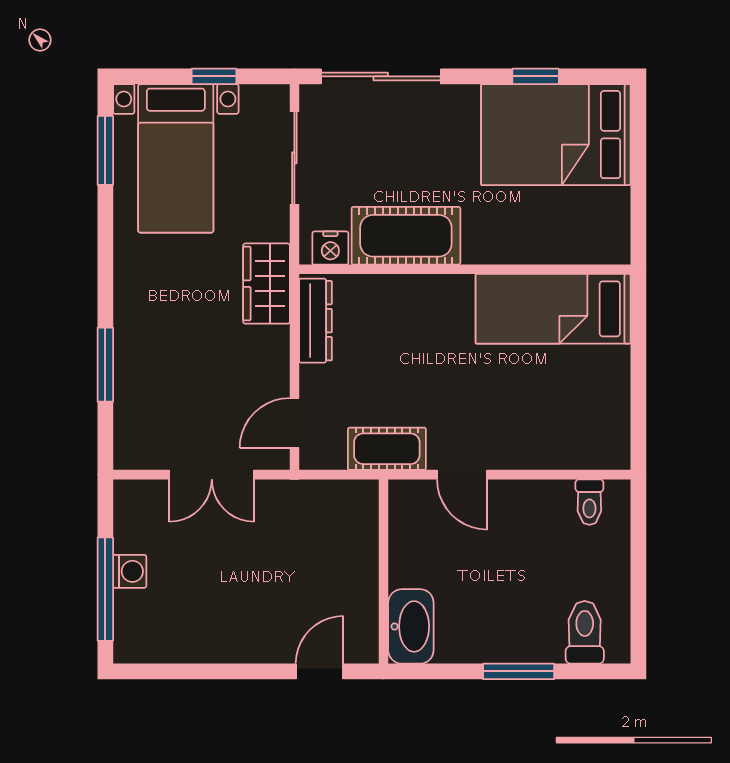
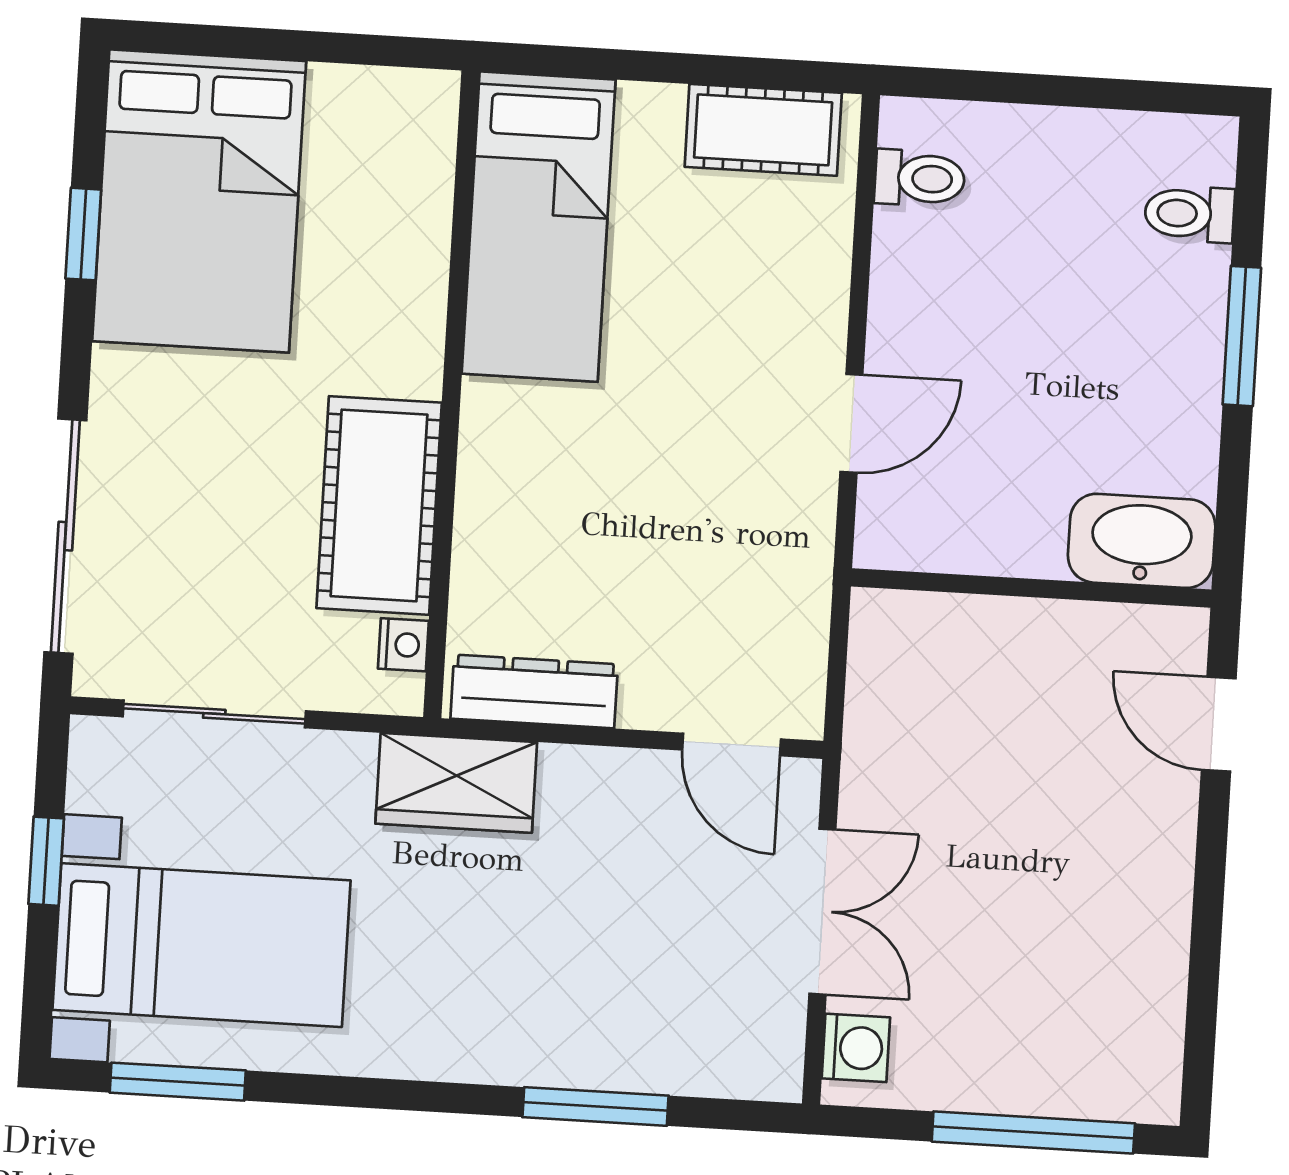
nightstand: (330, 248) -> (403, 645), width x0.72, depth x0.74
cot: (387, 449) -> (763, 130), moved, turned 90
washing machine: (130, 571) -> (856, 1048), moved, turned 90
toilet: (585, 632) -> (1189, 214), width x0.73, depth x0.72

